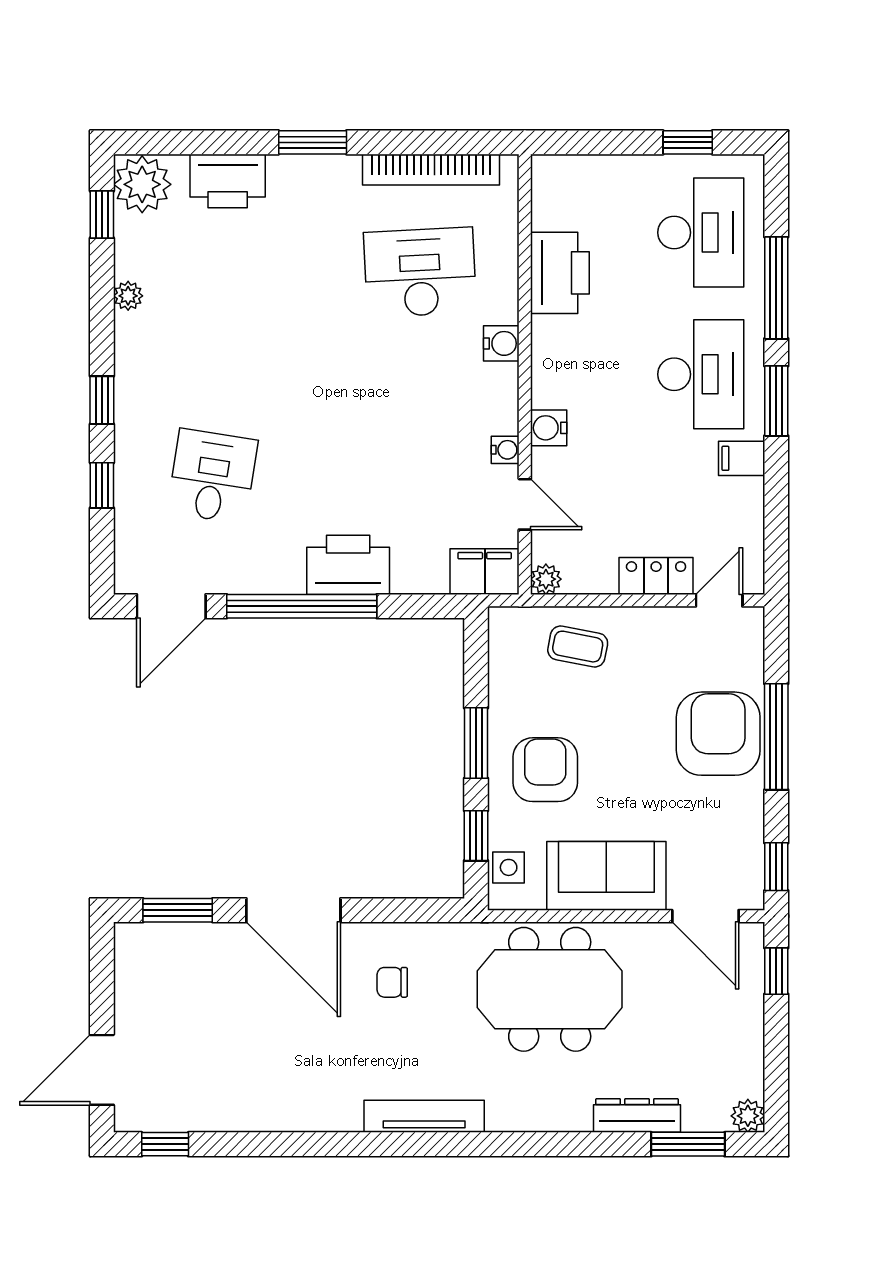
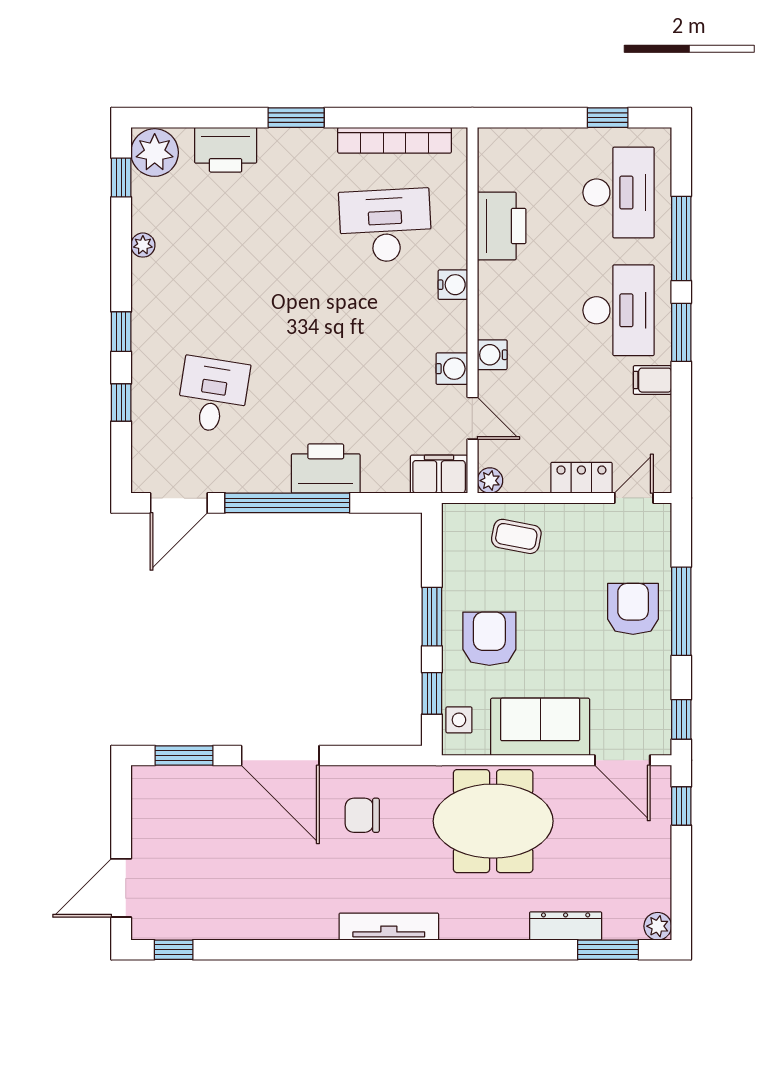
water cooler: (505, 450) -> (452, 369), width x1.38, depth x1.38
armchair: (718, 734) -> (633, 609), width x0.73, depth x0.73
chair: (392, 982) -> (362, 815), width x1.37, depth x1.37

